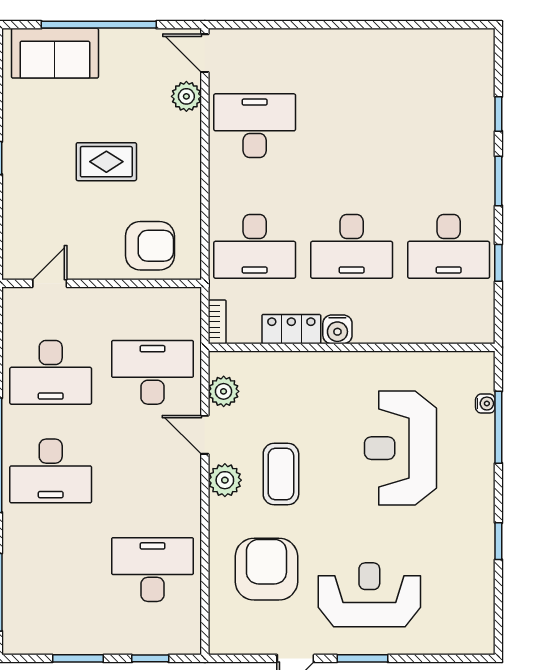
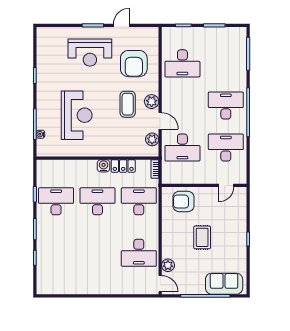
rug: (106, 162) -> (202, 237), turned 90

